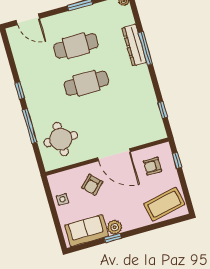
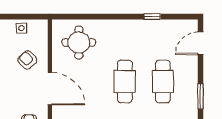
window: (20, 90) -> (152, 17), moved
window: (30, 126) -> (99, 17), removed
door: (114, 155) -> (50, 89), swing flipped

